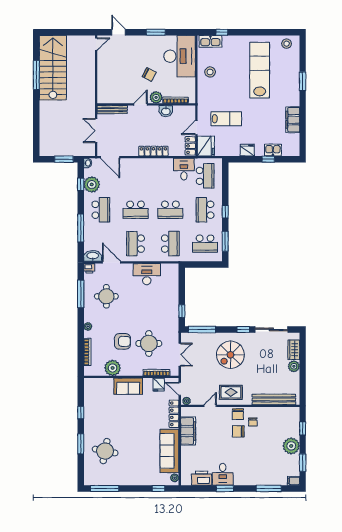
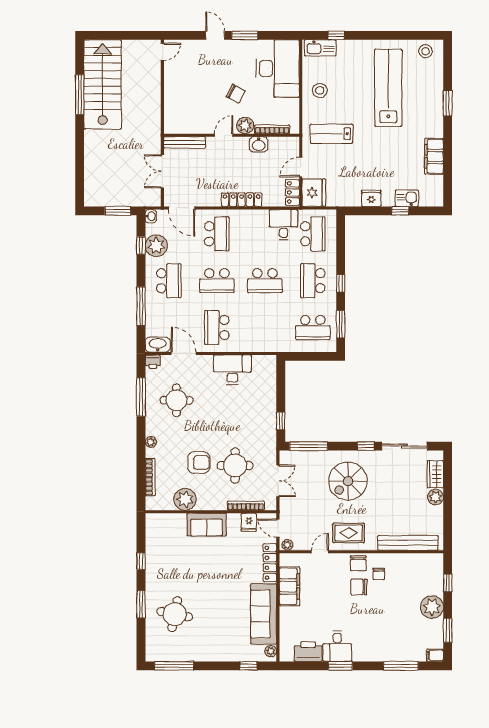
door: (119, 32) -> (215, 35), moved
lab bench: (226, 119) -> (331, 134), moved, turned 180
school desk: (170, 244) -> (217, 234), moved

